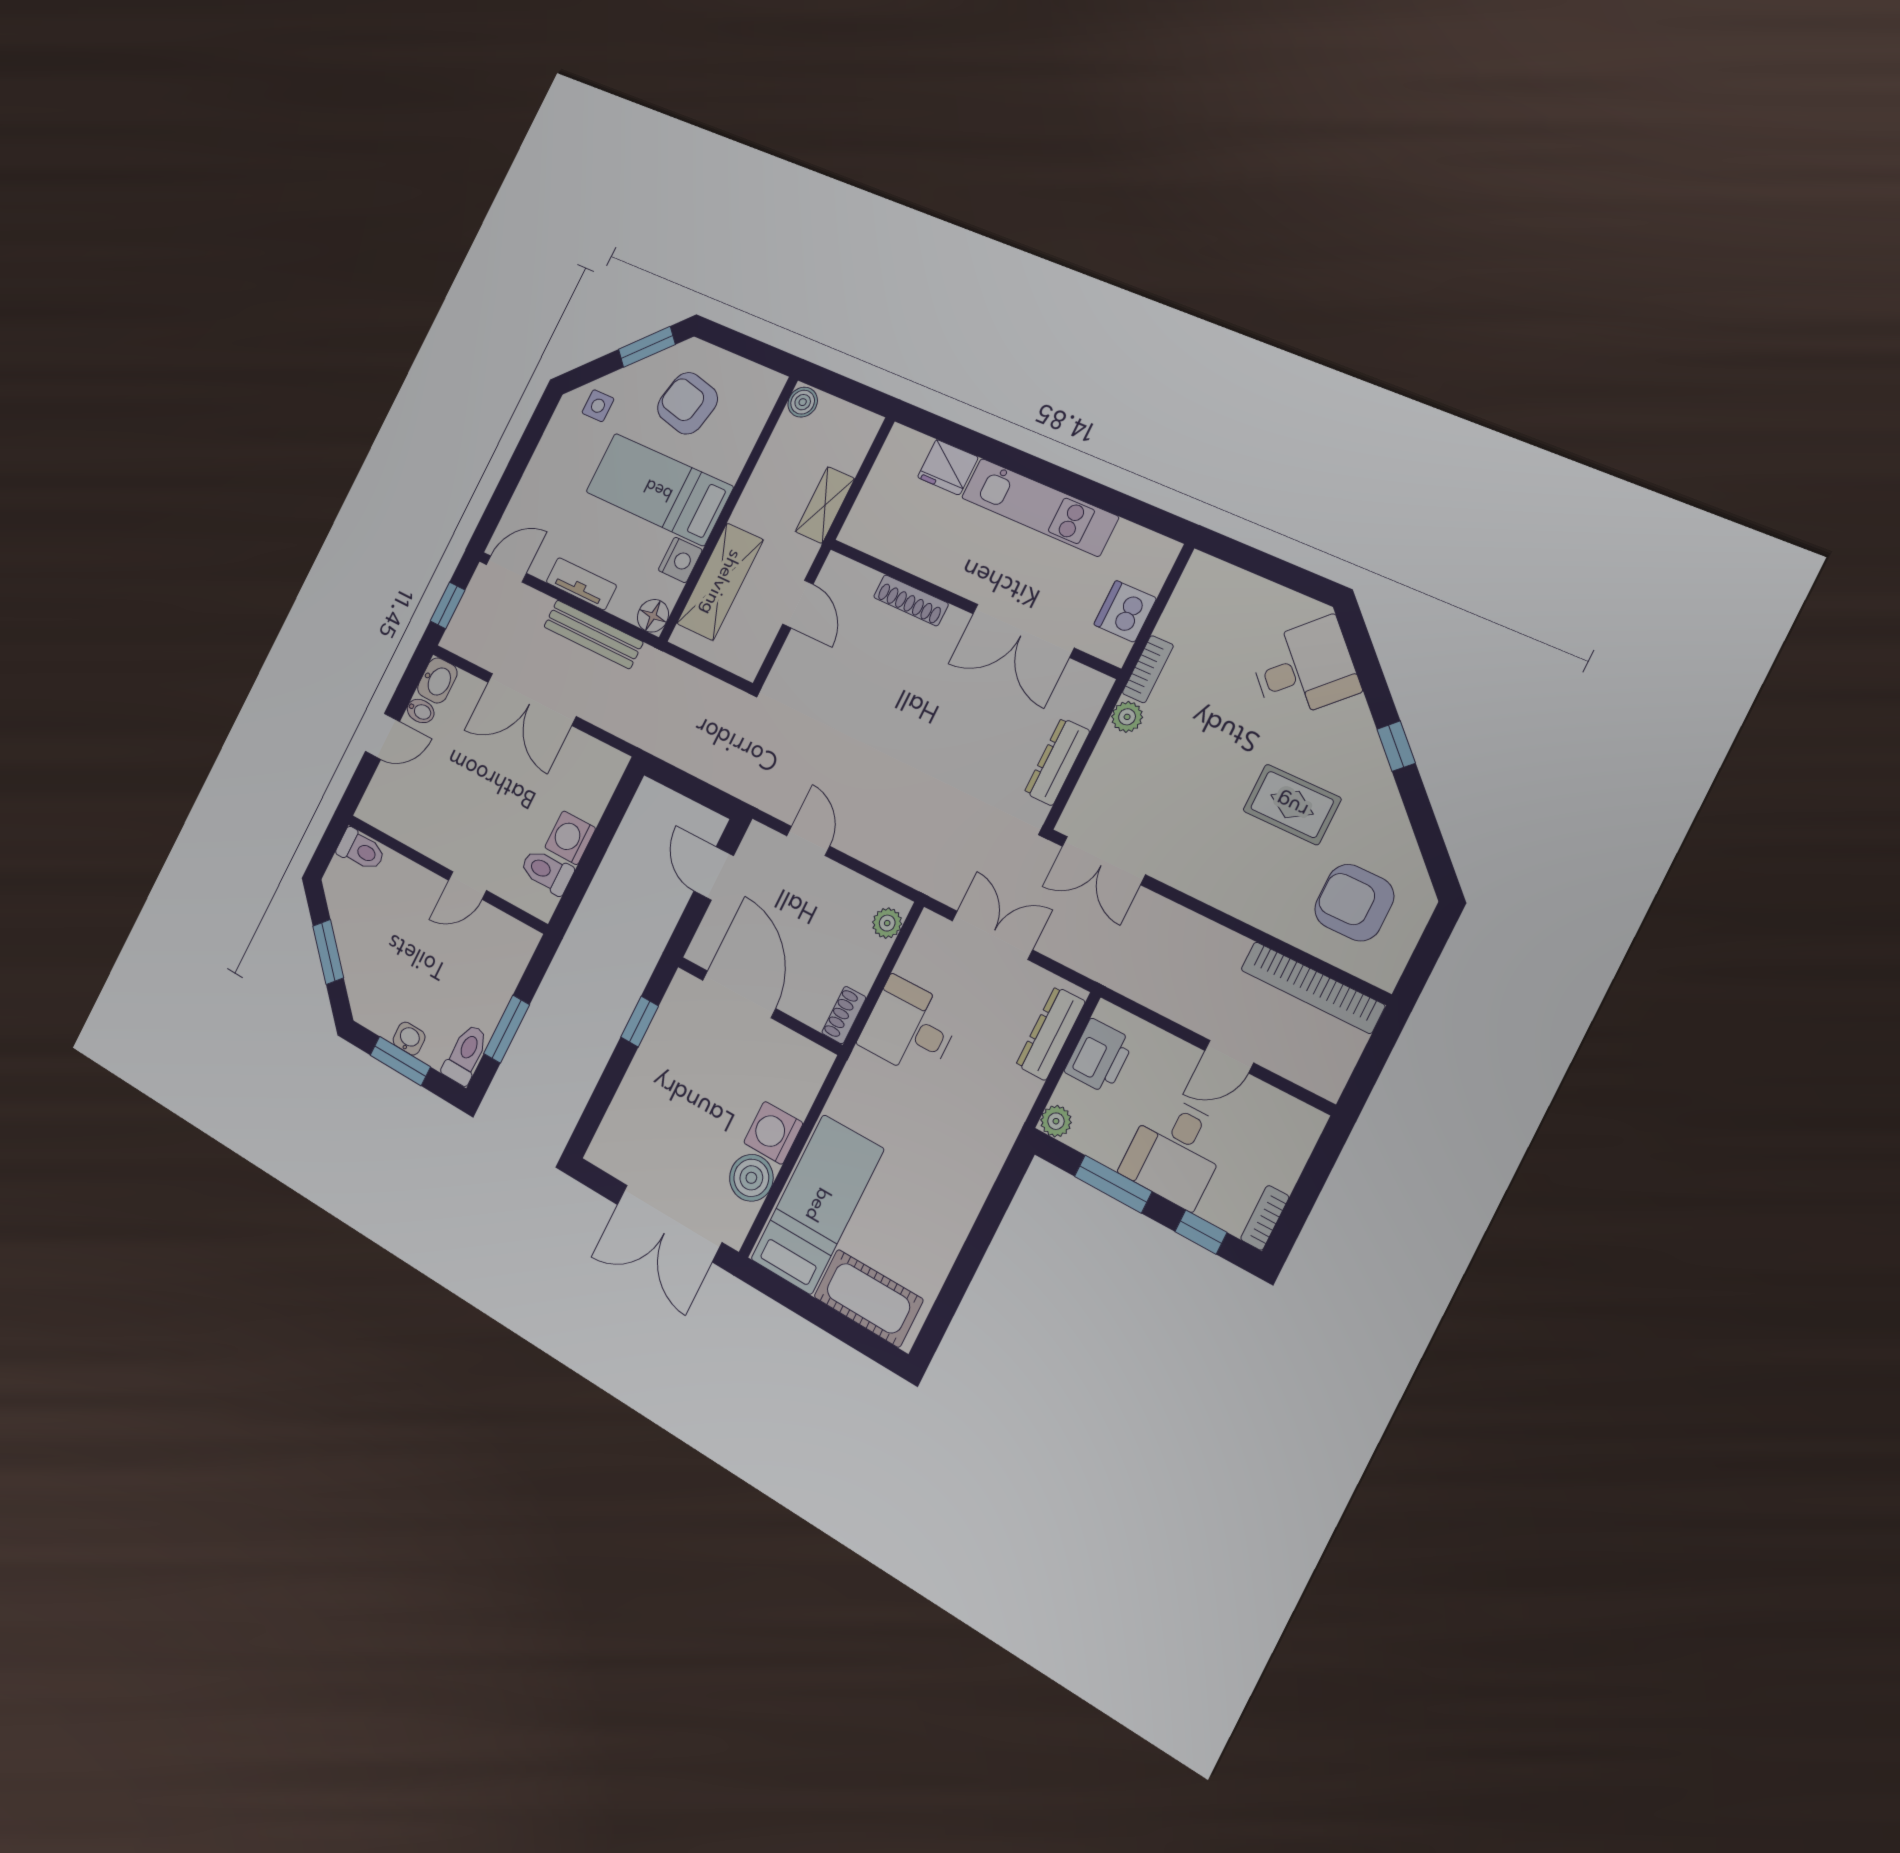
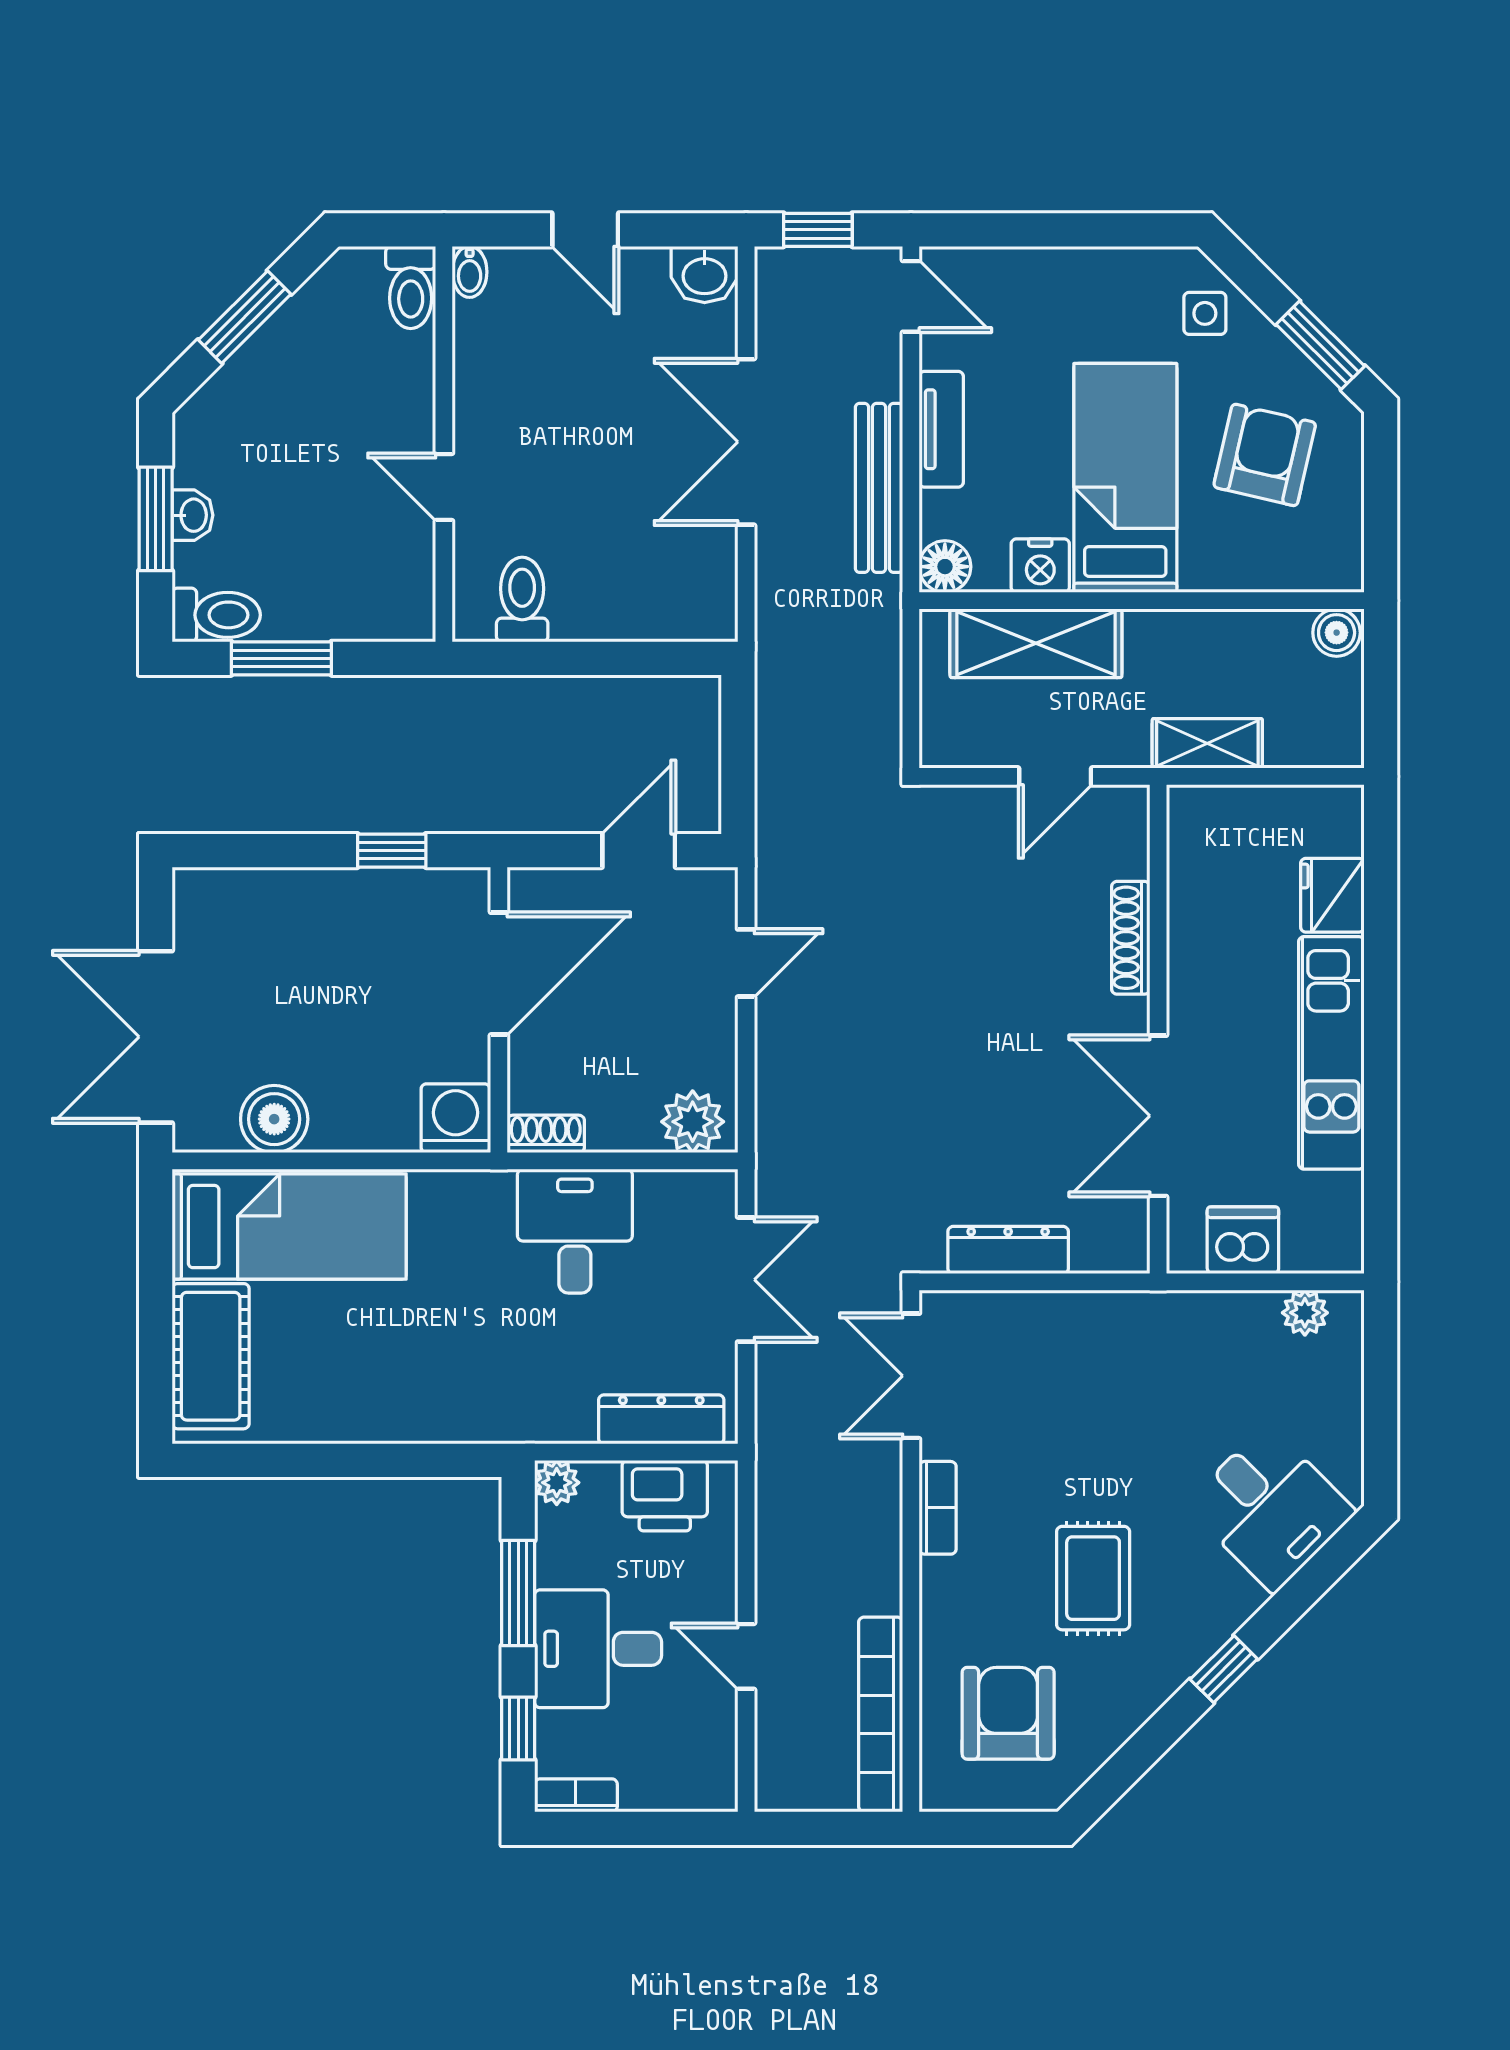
bookcase: (1148, 669) -> (938, 1508), moved, turned -90
bidet: (421, 711) -> (470, 272), moved
plant: (1127, 717) -> (1305, 1313), moved
washing machine: (570, 838) -> (584, 610), removed
plant: (887, 923) -> (693, 1122), width x1.38, depth x1.38
washing machine: (773, 1133) -> (455, 1118), moved

